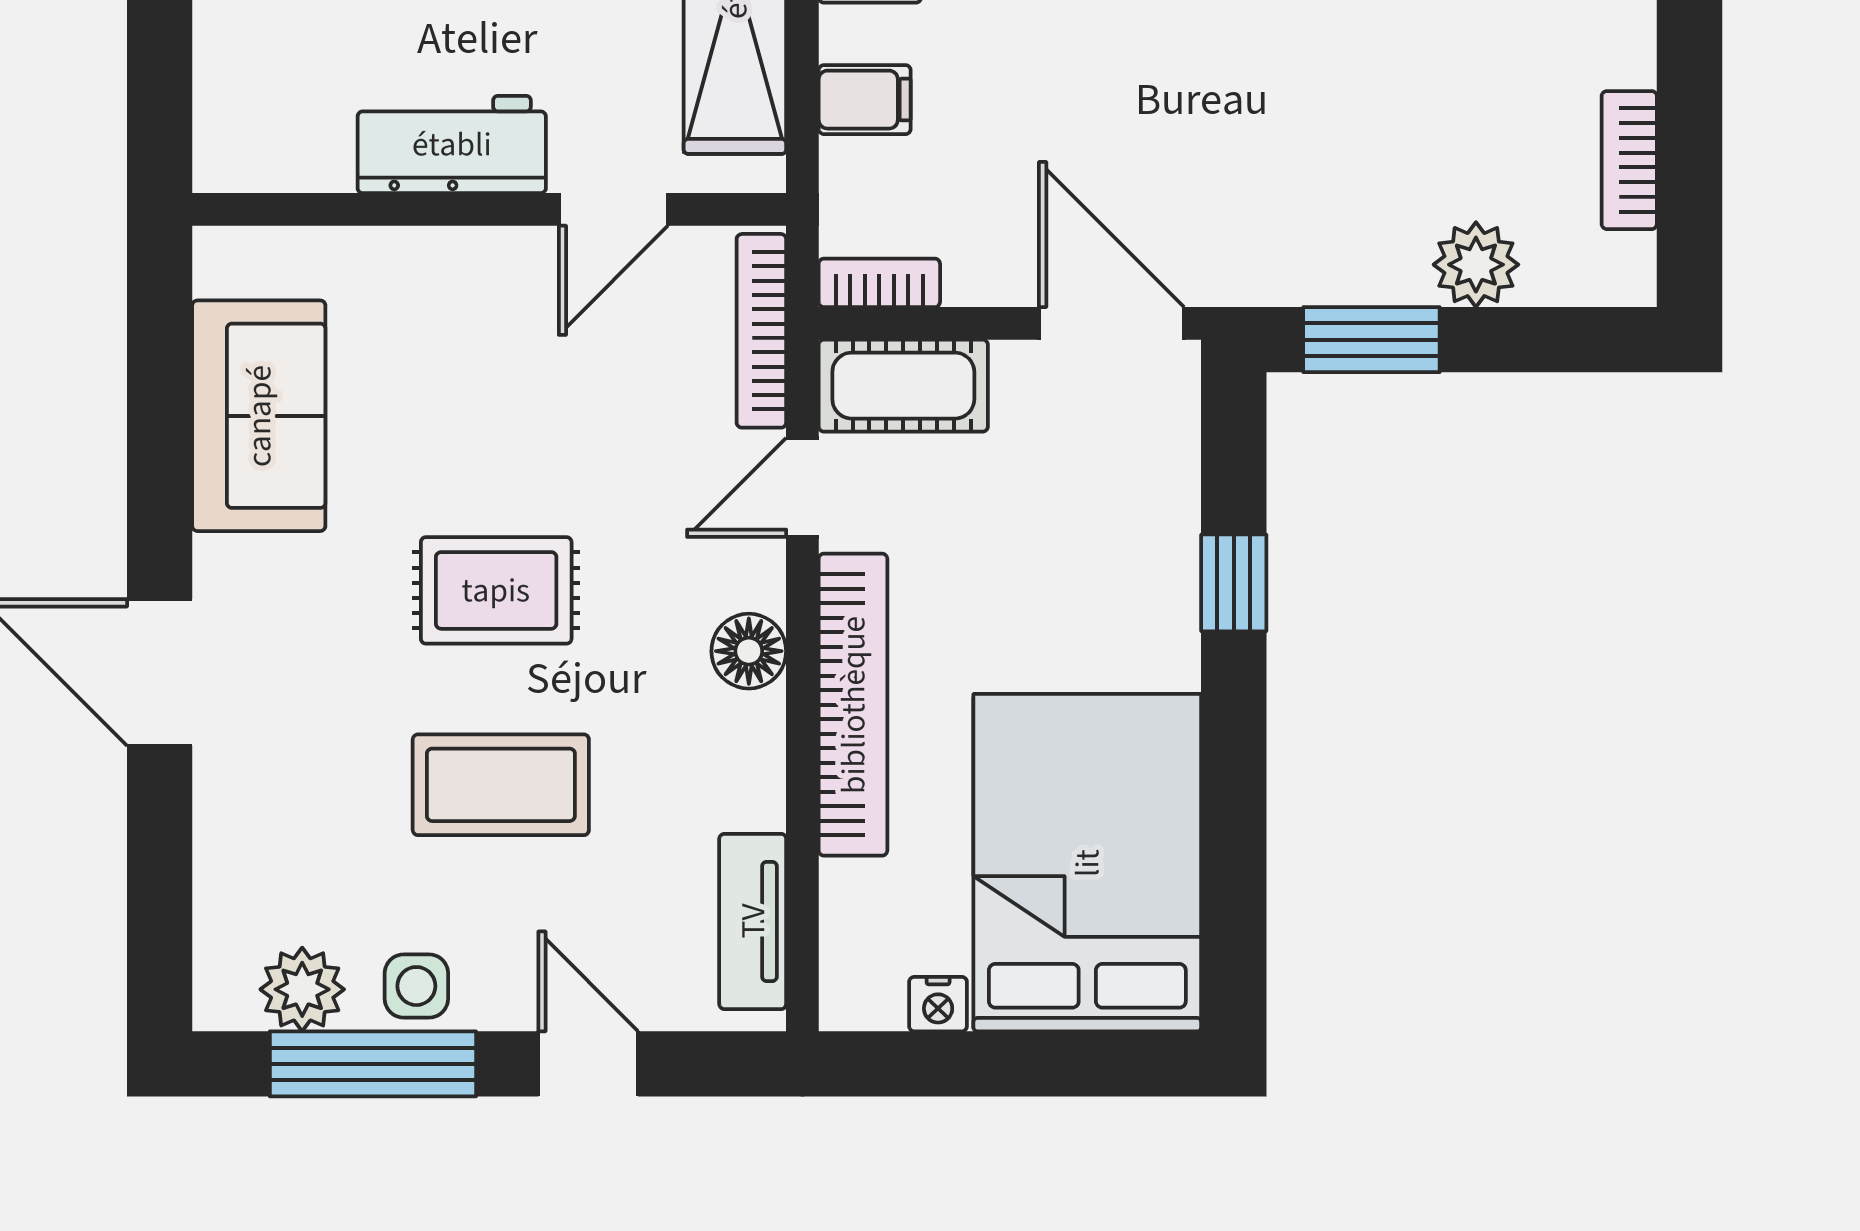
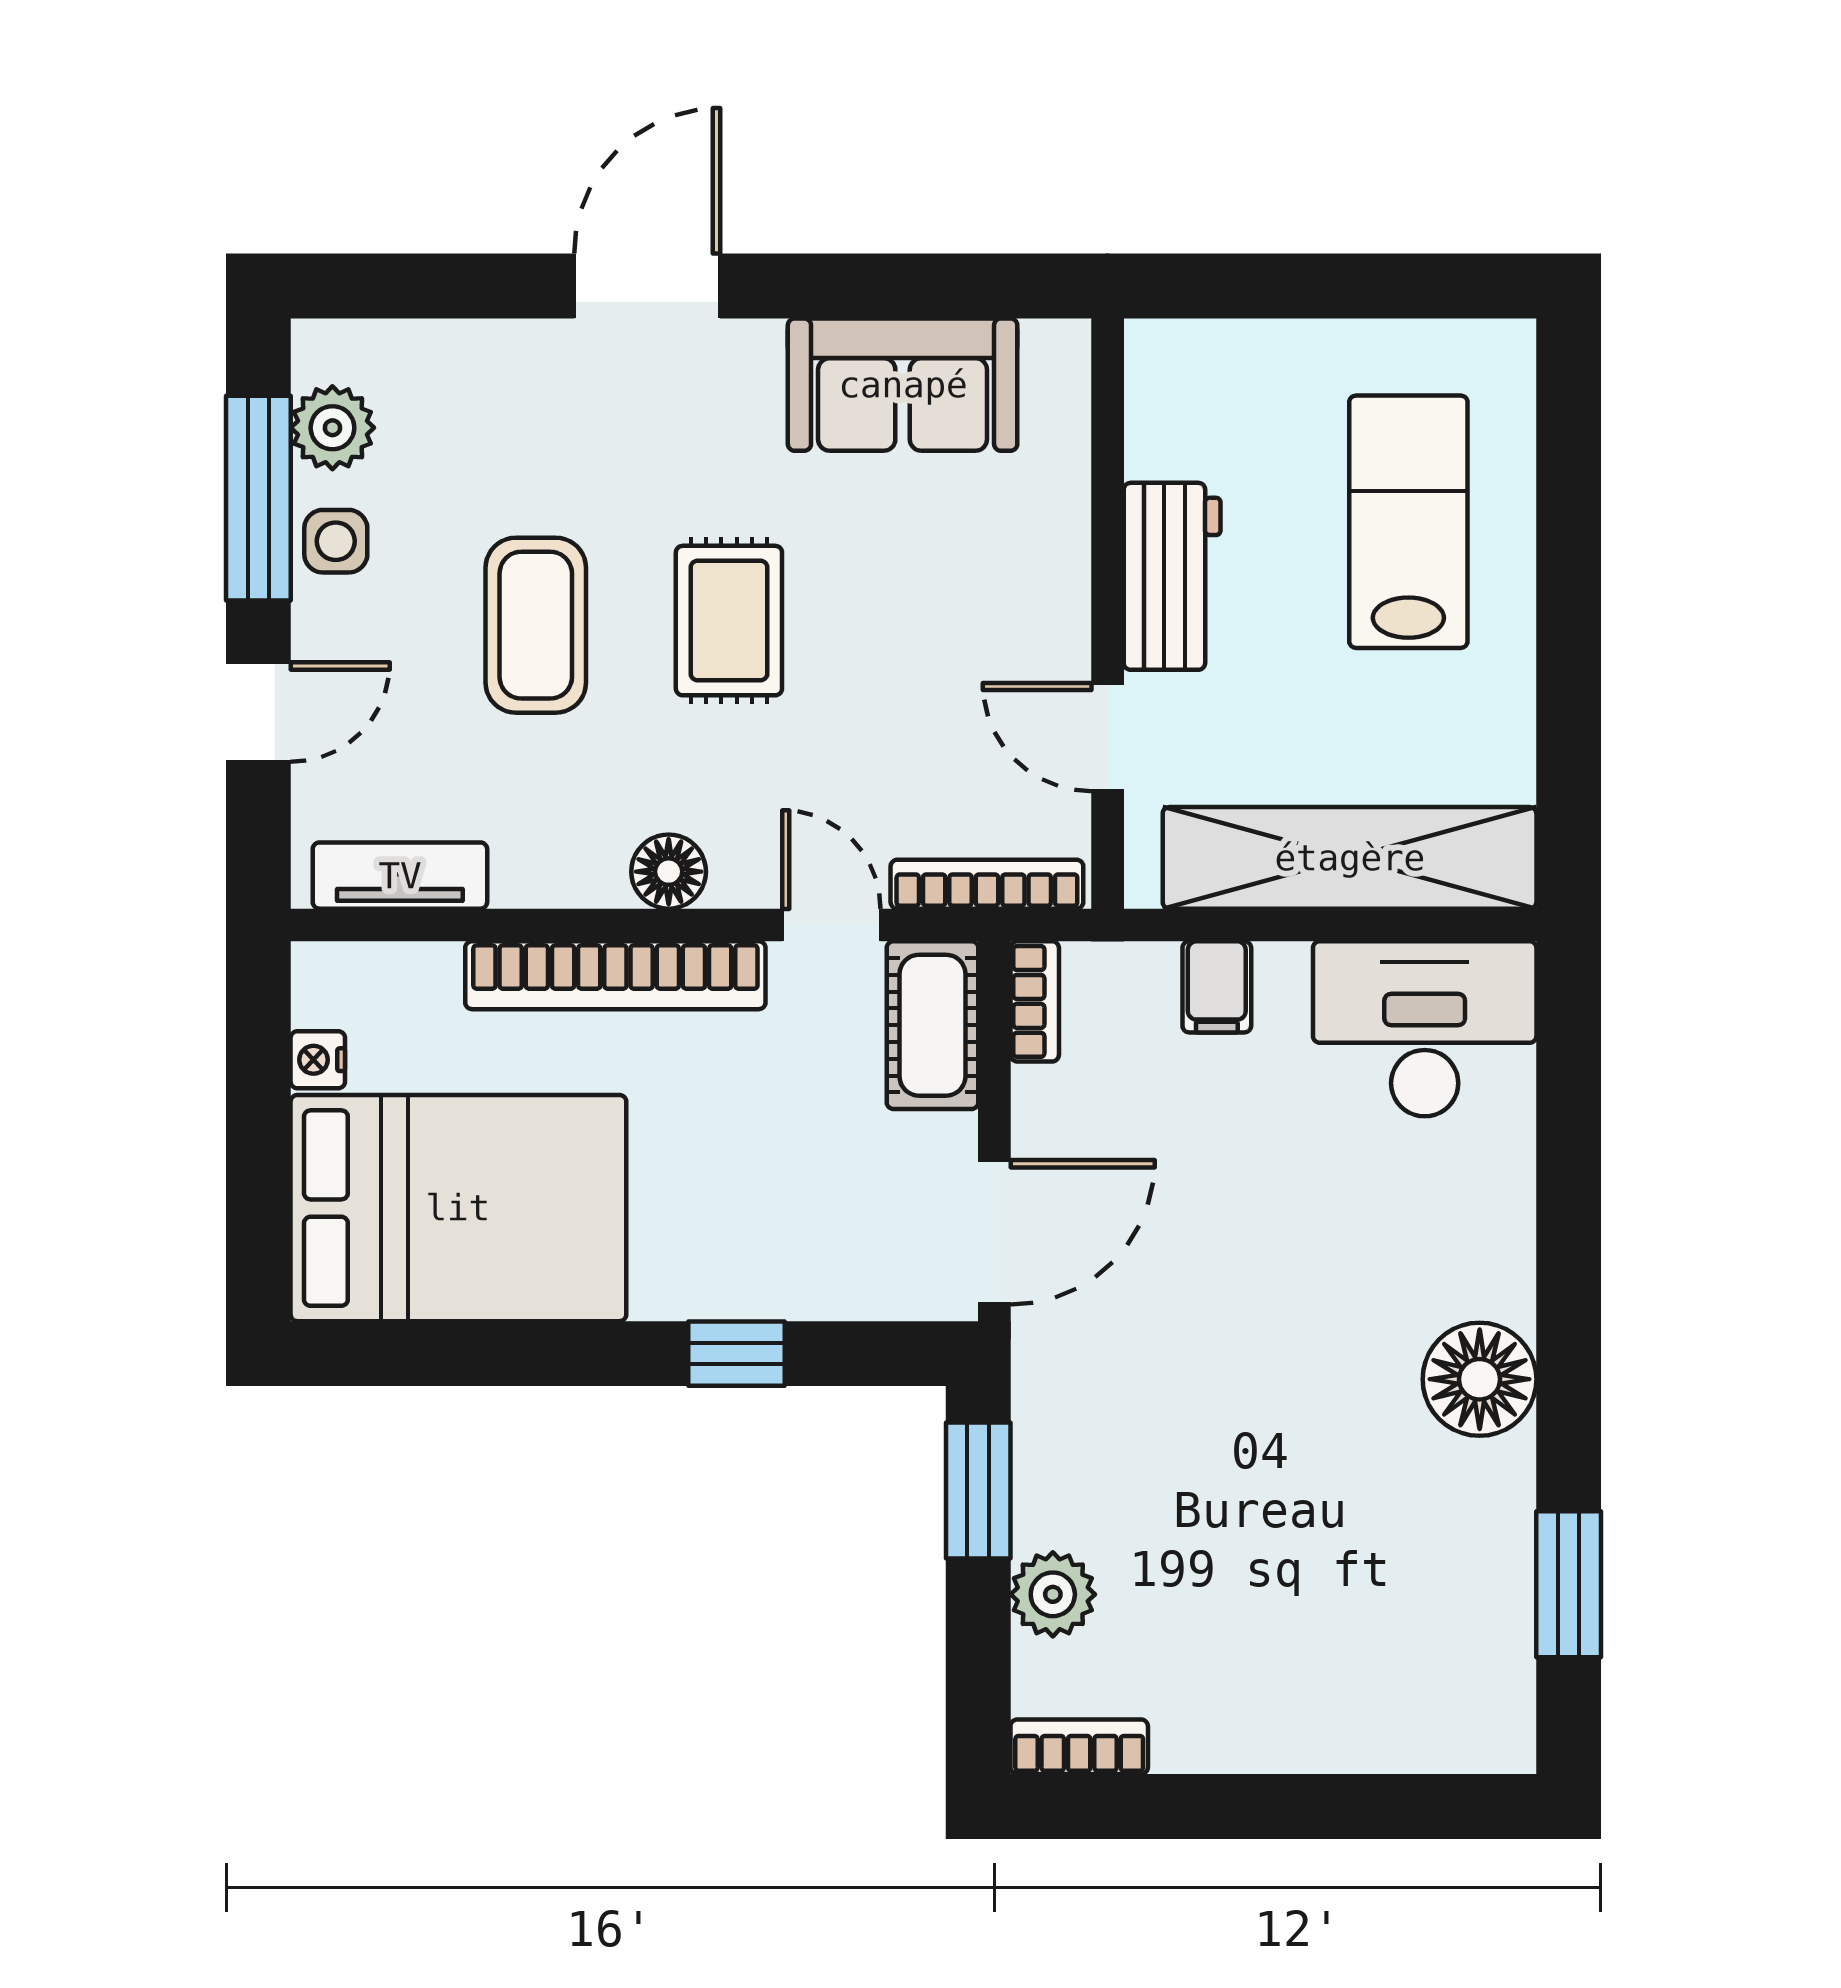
bookcase: (1629, 160) -> (1079, 1747), moved

